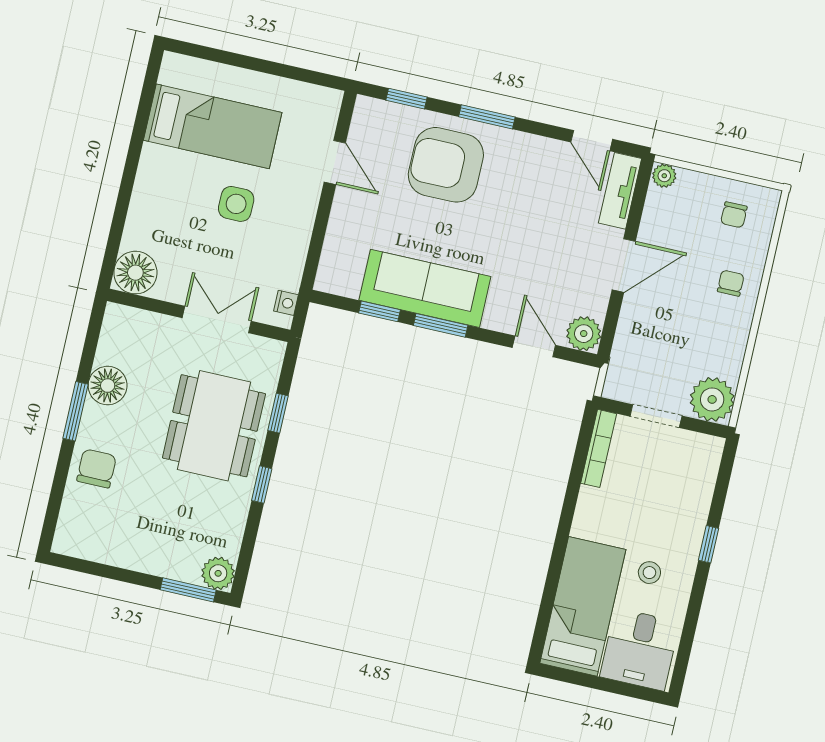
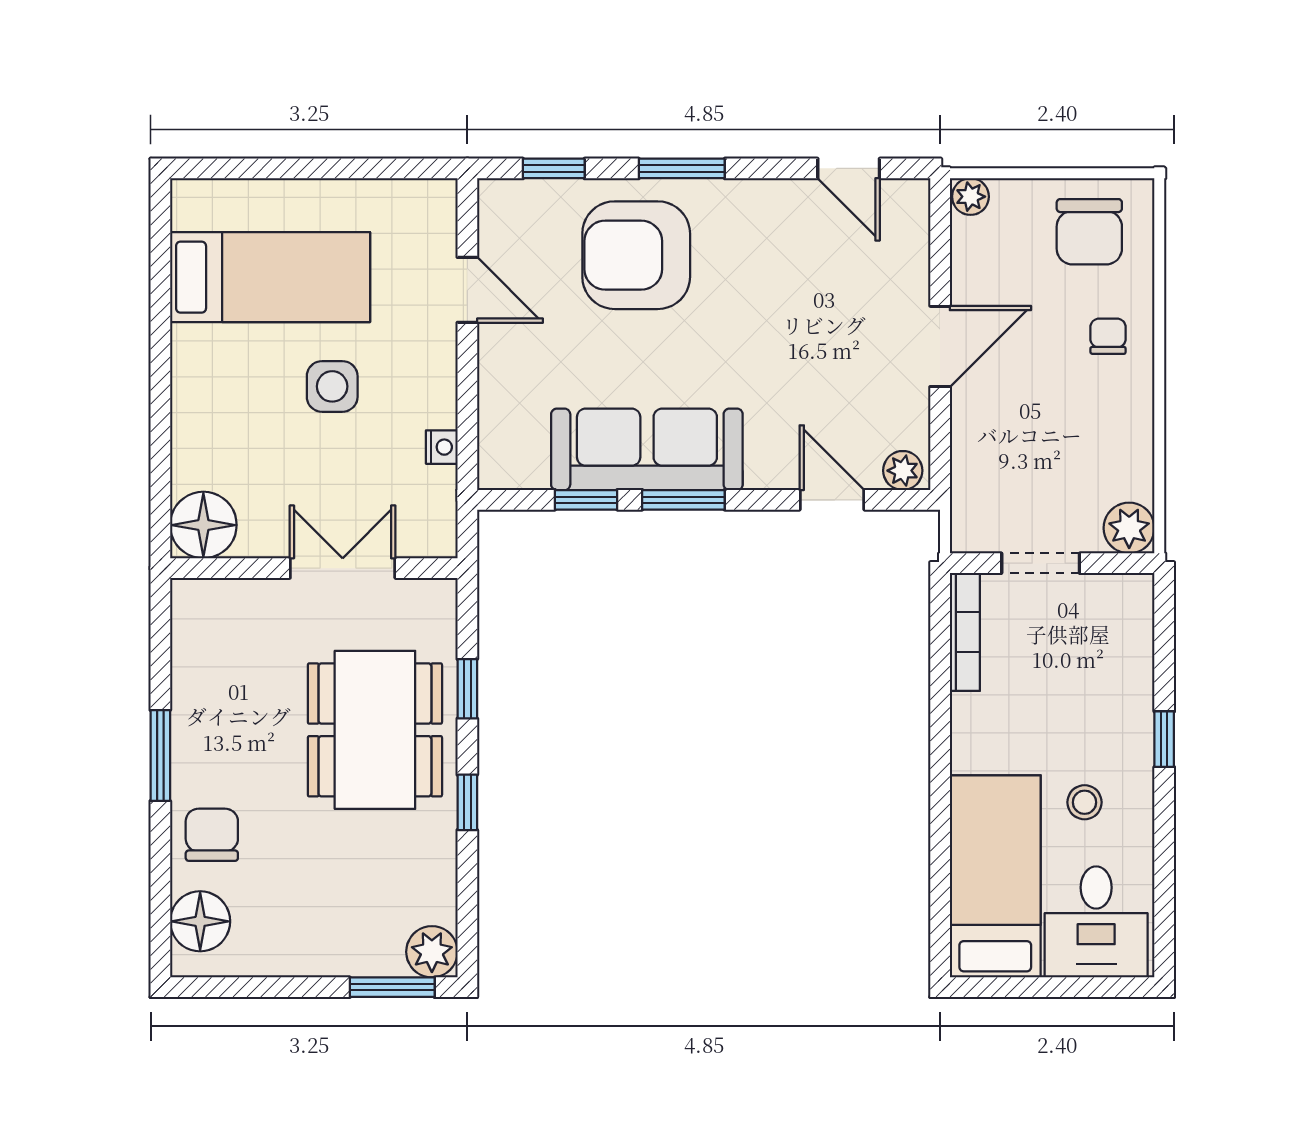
tv unit: (620, 191) -> (909, 235), removed
chair: (734, 215) -> (1089, 232), width x1.87, depth x1.87
nightstand: (286, 303) -> (442, 447), moved
plant: (584, 334) -> (903, 471), width x0.73, depth x0.73
floor lamp: (108, 386) -> (200, 921), moved
plant: (712, 399) -> (1129, 528), width x0.73, depth x0.73

